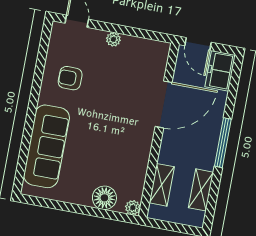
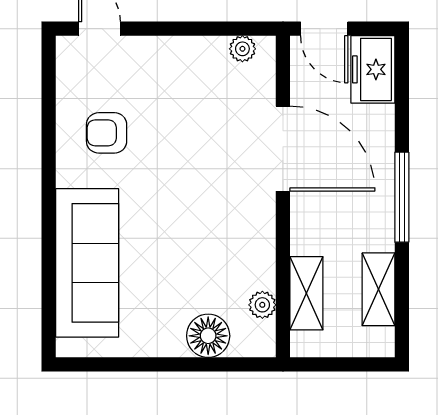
plant: (113, 39) -> (242, 49), moved
door: (164, 104) -> (283, 149), hinge flipped
plant: (133, 208) -> (262, 305), moved

